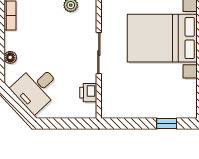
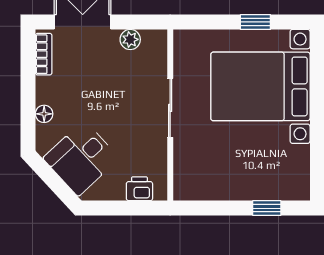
printer: (88, 93) -> (139, 189), moved, turned 90

